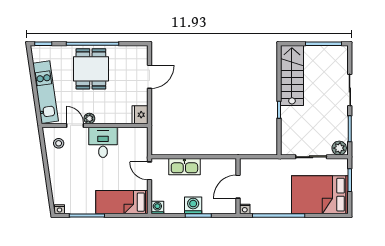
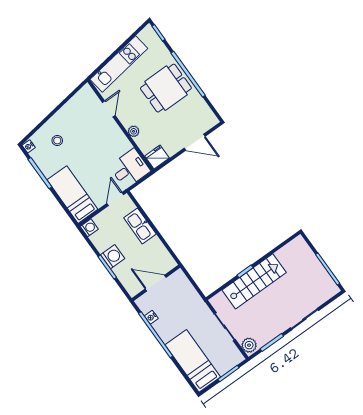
stairs: (292, 75) -> (254, 281), moved
plant: (89, 118) -> (134, 131), moved
desk: (103, 142) -> (130, 168), moved
stool: (59, 143) -> (57, 141), moved
bed: (320, 195) -> (193, 361), width x0.67
nightstand: (245, 209) -> (151, 317), moved

